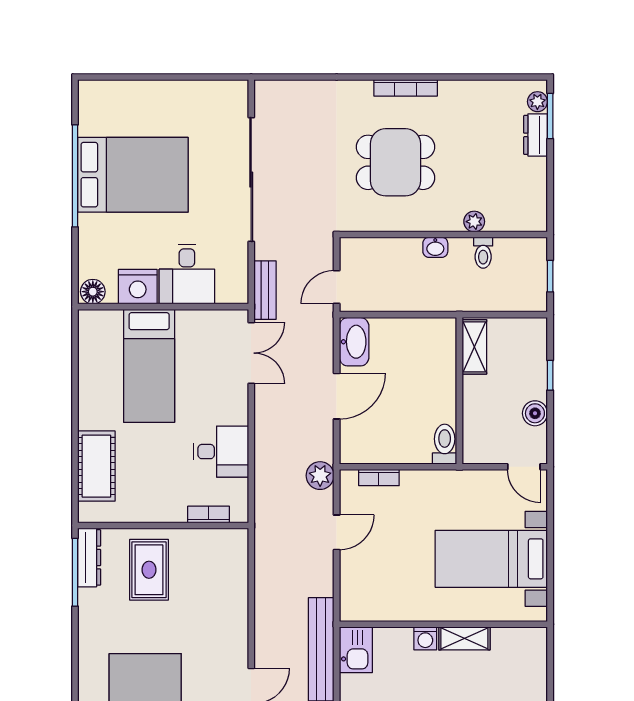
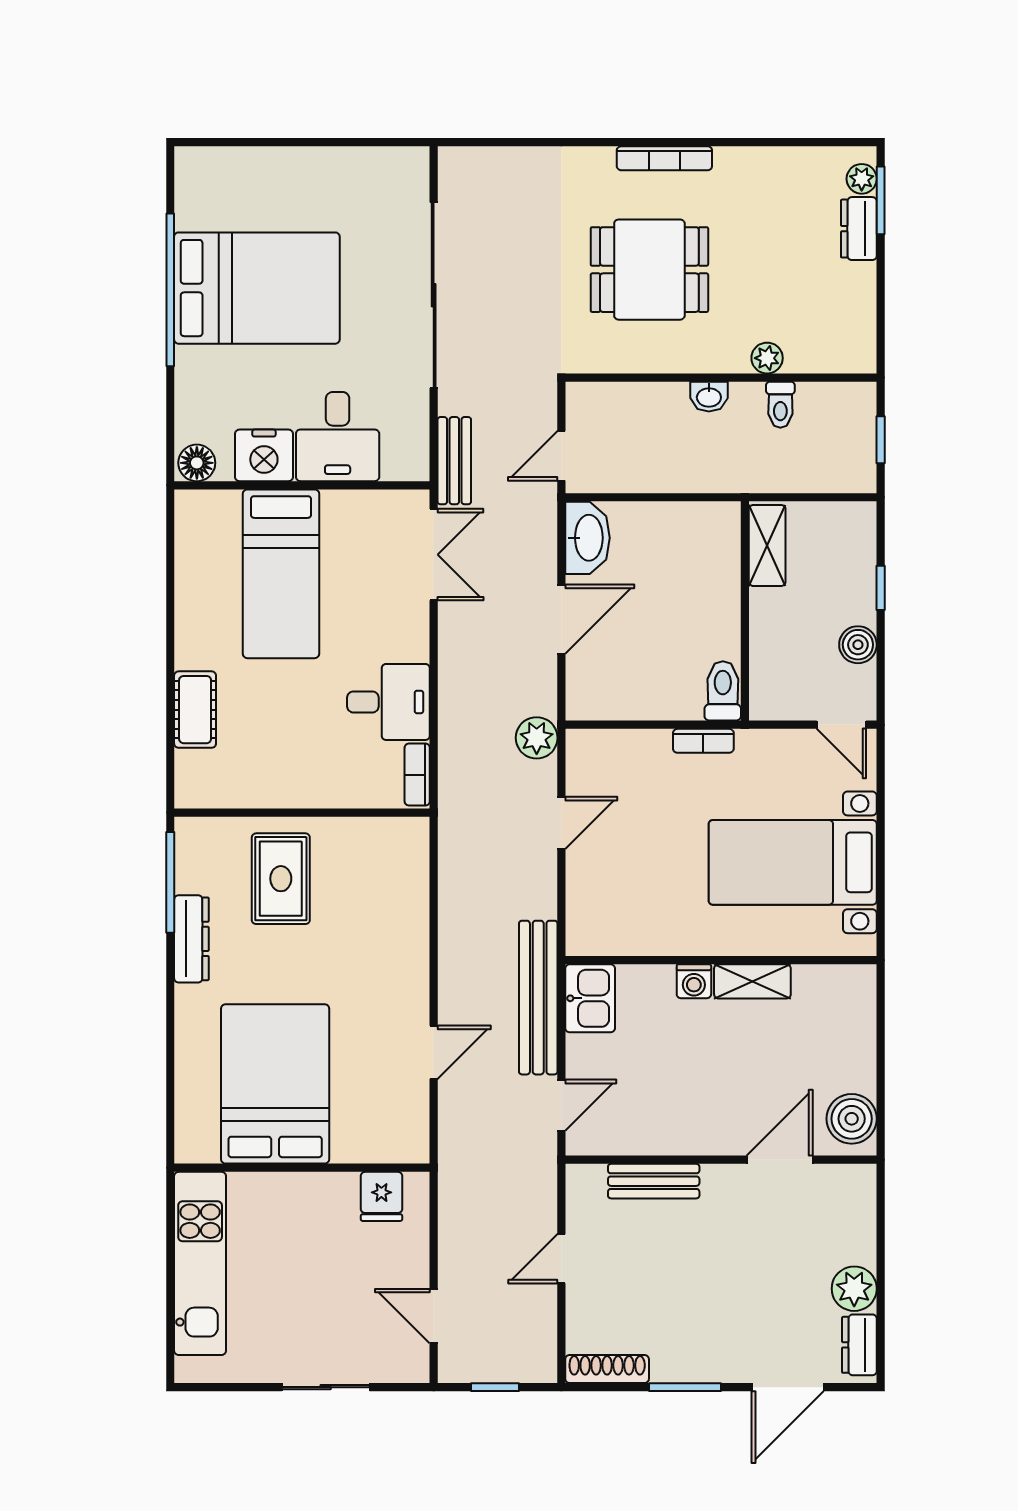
cot: (96, 466) -> (195, 710), width x0.73, depth x0.75
bookcase: (379, 478) -> (703, 741), moved
bookcase: (209, 515) -> (417, 775), moved, turned -90
dresser: (89, 557) -> (191, 939), moved

